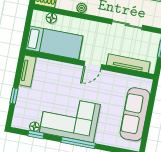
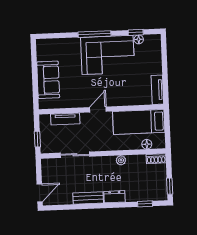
tv unit: (128, 63) -> (65, 119), width x0.71
window: (14, 96) -> (165, 64), removed
sofa: (135, 114) -> (48, 80), width x0.73

